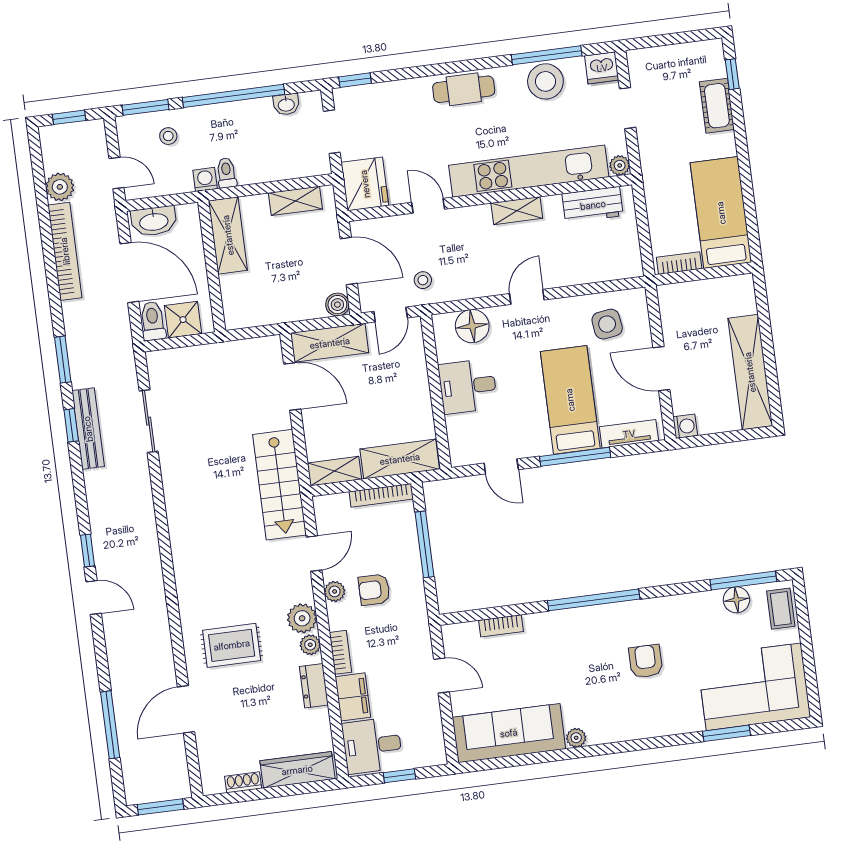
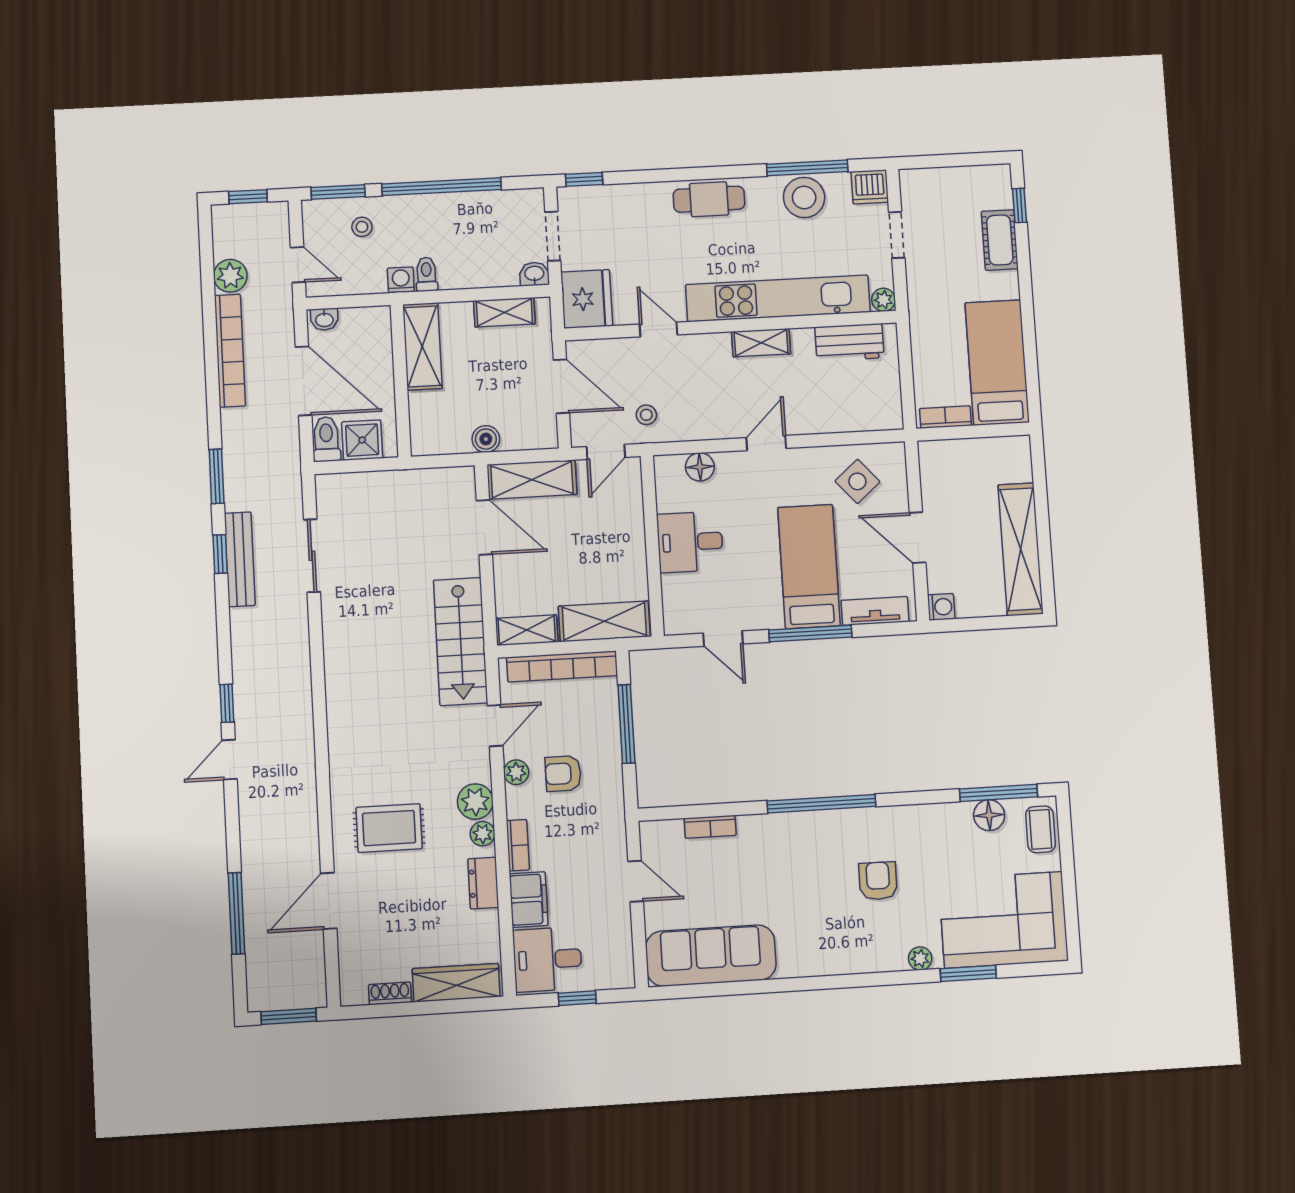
washbasin: (286, 104) -> (534, 274), moved, turned 180
washbasin: (154, 221) -> (324, 319), width x0.52, depth x0.69
boiler: (337, 305) -> (486, 439), moved
side table: (607, 324) -> (857, 481), turned -33
floor lamp: (472, 326) -> (700, 467), width x0.73, depth x0.73
bookcase: (381, 495) -> (562, 666), width x1.48, depth x1.31
door: (94, 598) -> (229, 760), swing flipped
plant: (576, 738) -> (920, 958), moved

